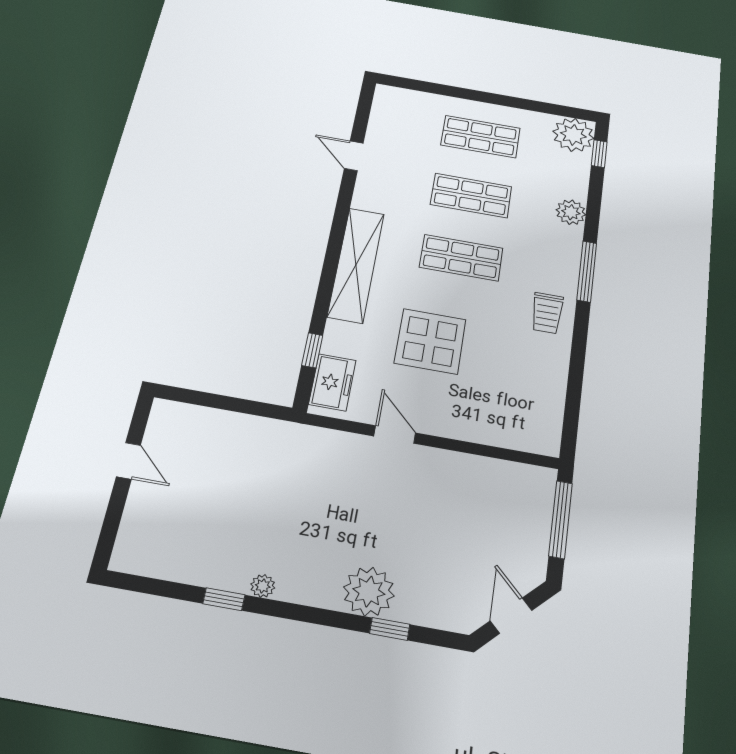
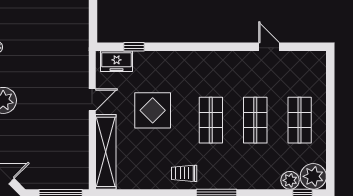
door: (354, 156) -> (269, 47), hinge flipped
plant: (571, 212) -> (290, 180), moved
shelving: (356, 265) -> (106, 152), moved, turned 90

